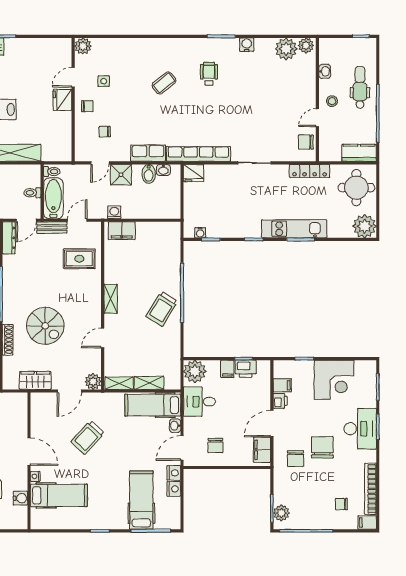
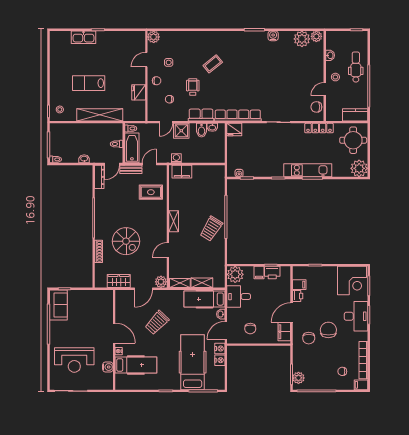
wheelchair: (209, 74) -> (193, 87), moved
fridge: (62, 100) -> (139, 92), moved
corner desk: (334, 380) -> (352, 281), moved
hospital bed: (141, 500) -> (193, 362), width x1.37, depth x1.29

